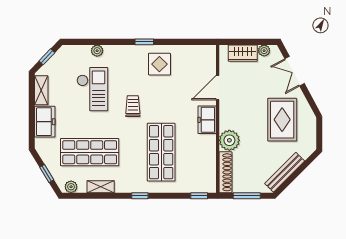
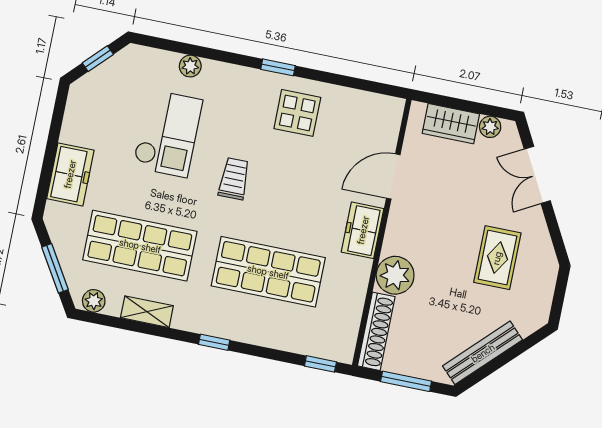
shelving: (41, 90) -> (75, 117), removed
rug: (282, 120) -> (497, 258), width x0.73, depth x0.70
shop shelf: (161, 152) -> (268, 272), turned 90
window: (47, 174) -> (55, 268), width x1.50

